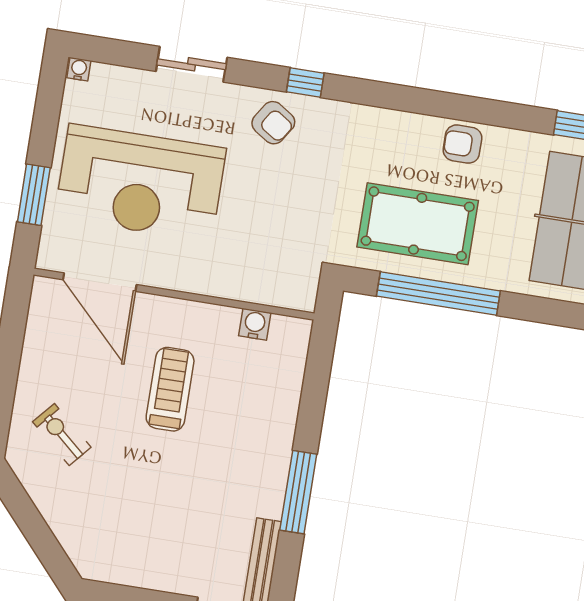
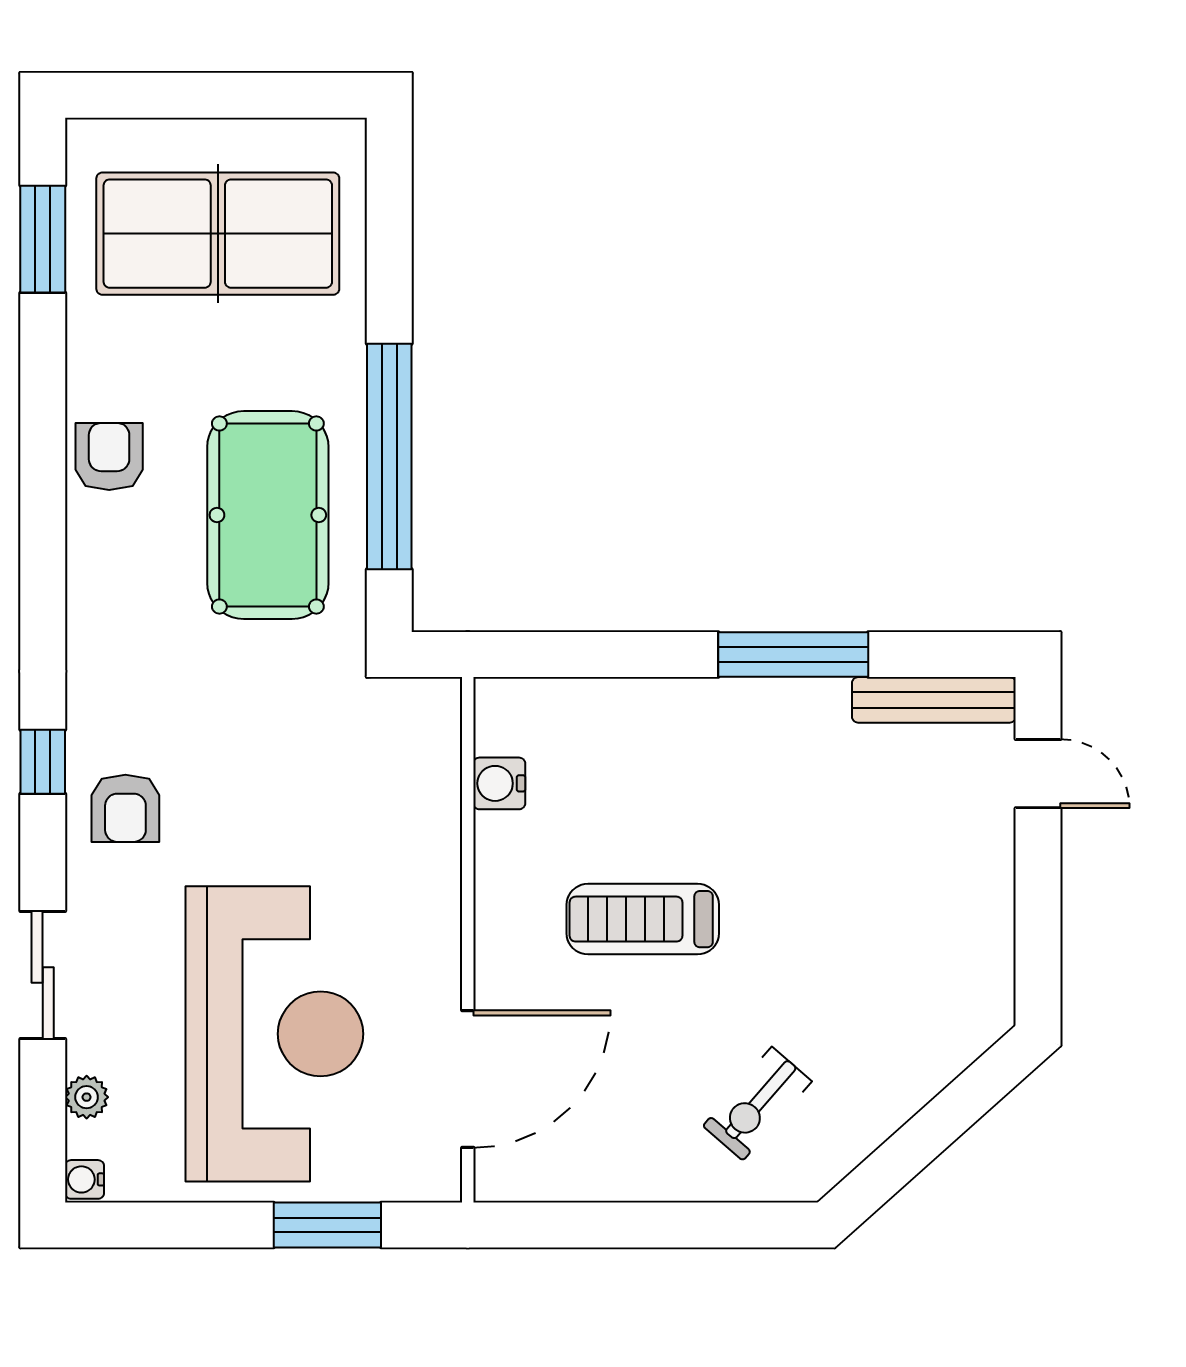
plant: (123, 77) -> (87, 1097), added
armchair: (273, 123) -> (125, 808), turned 147
armchair: (462, 144) -> (109, 457), turned 180

